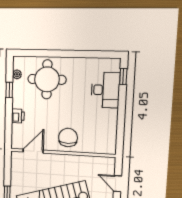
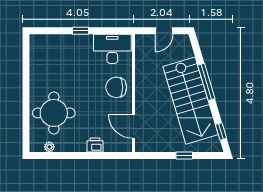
window: (123, 77) -> (81, 31), moved
window: (9, 90) -> (67, 155), removed
desk: (105, 90) -> (112, 49), moved

